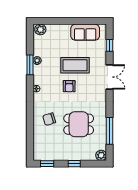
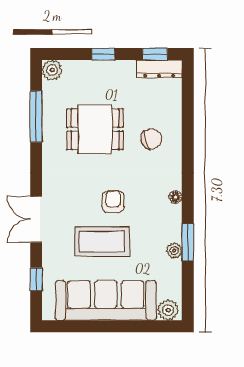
sofa: (85, 32) -> (106, 300), width x1.85, depth x1.27
dresser: (45, 156) -> (159, 69), added

